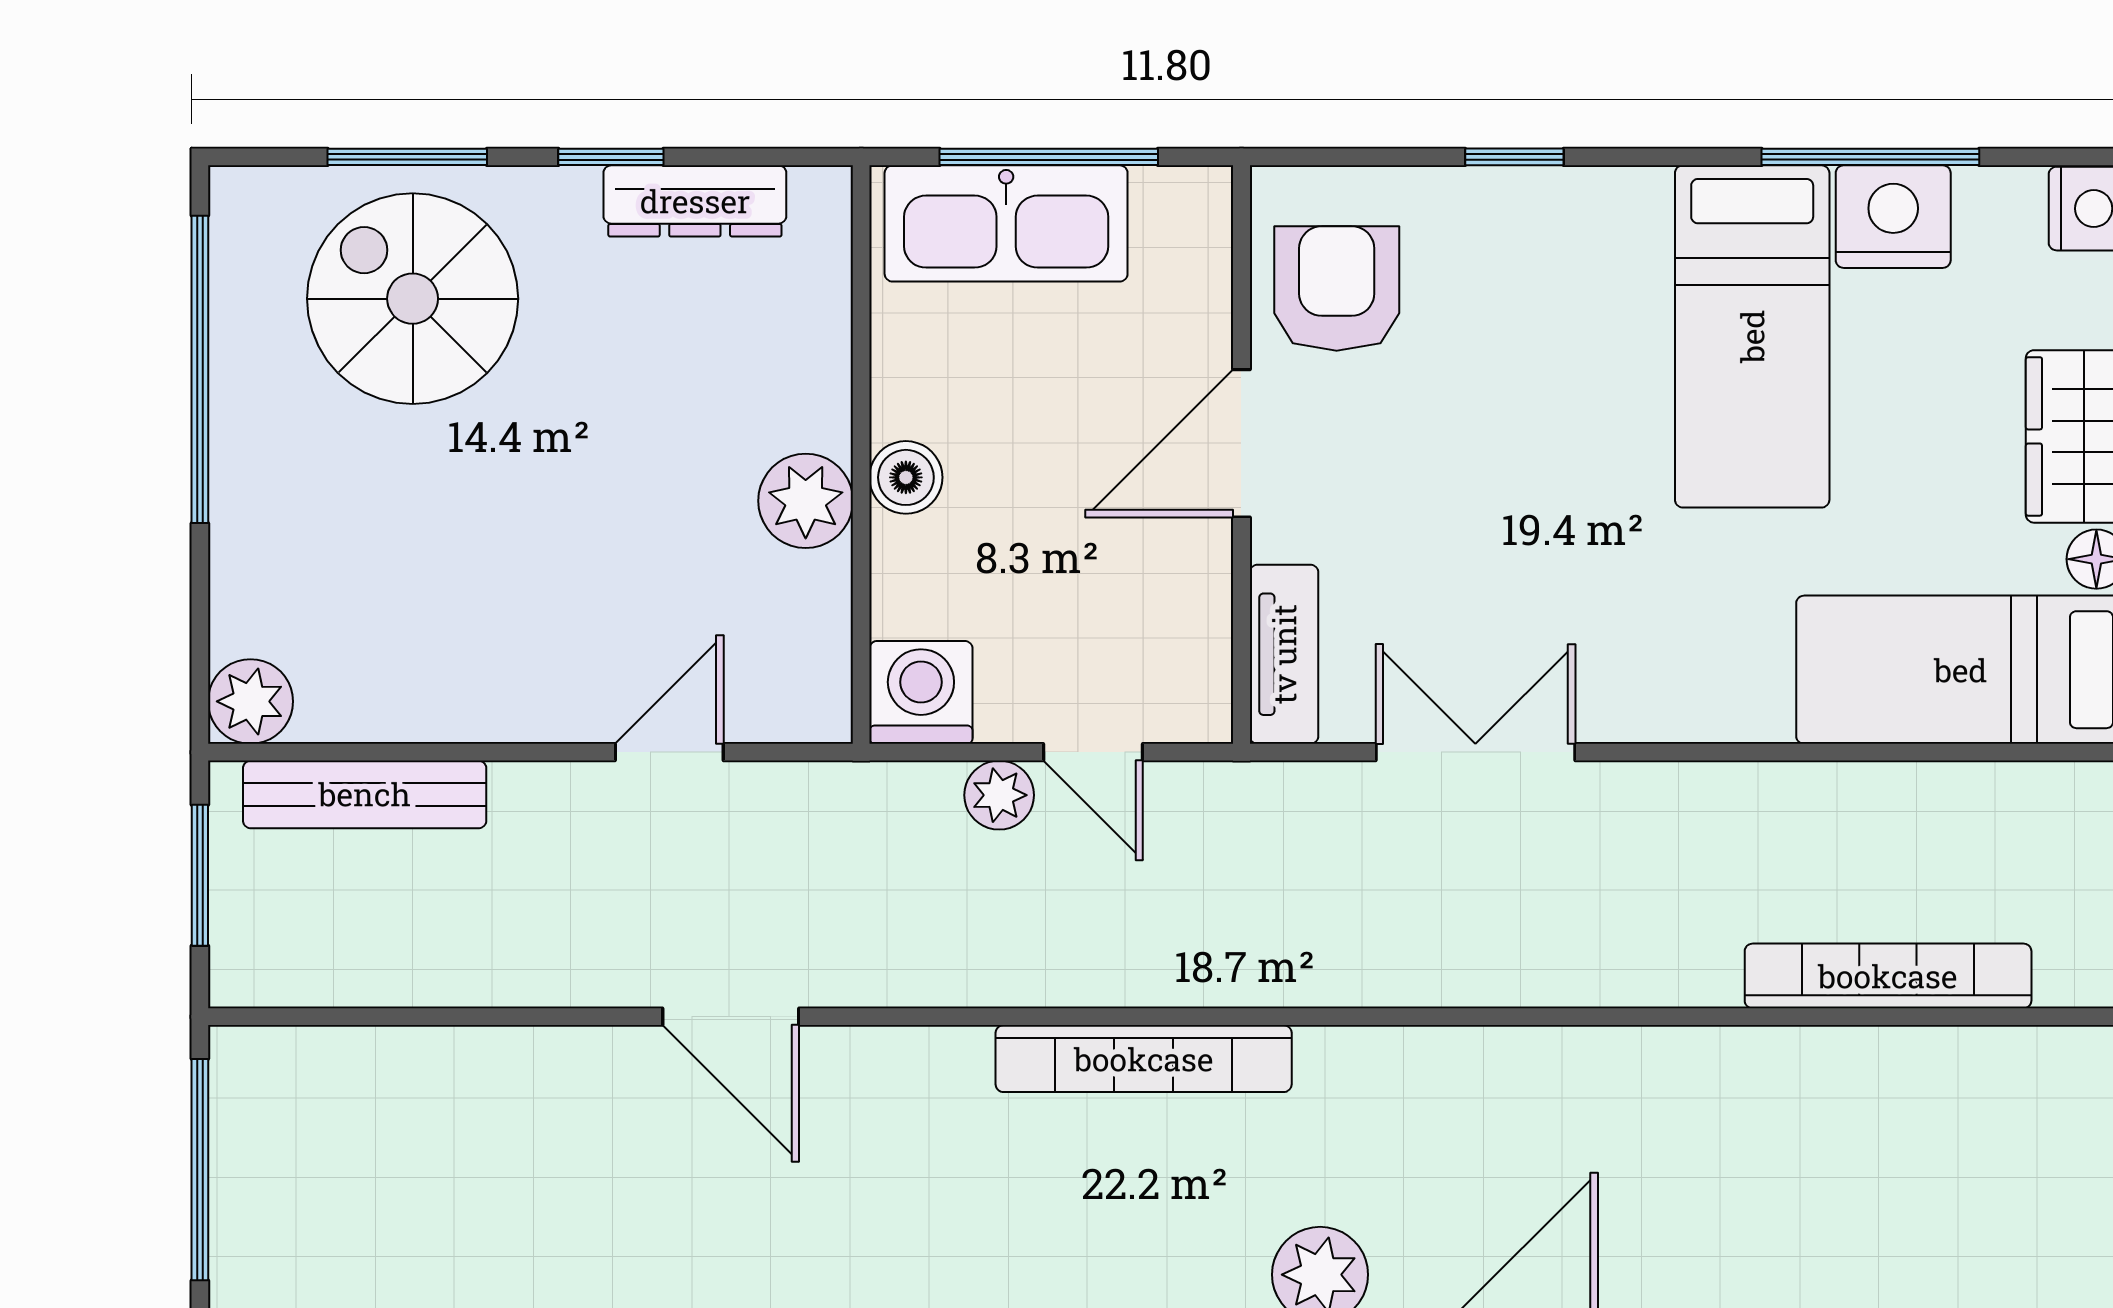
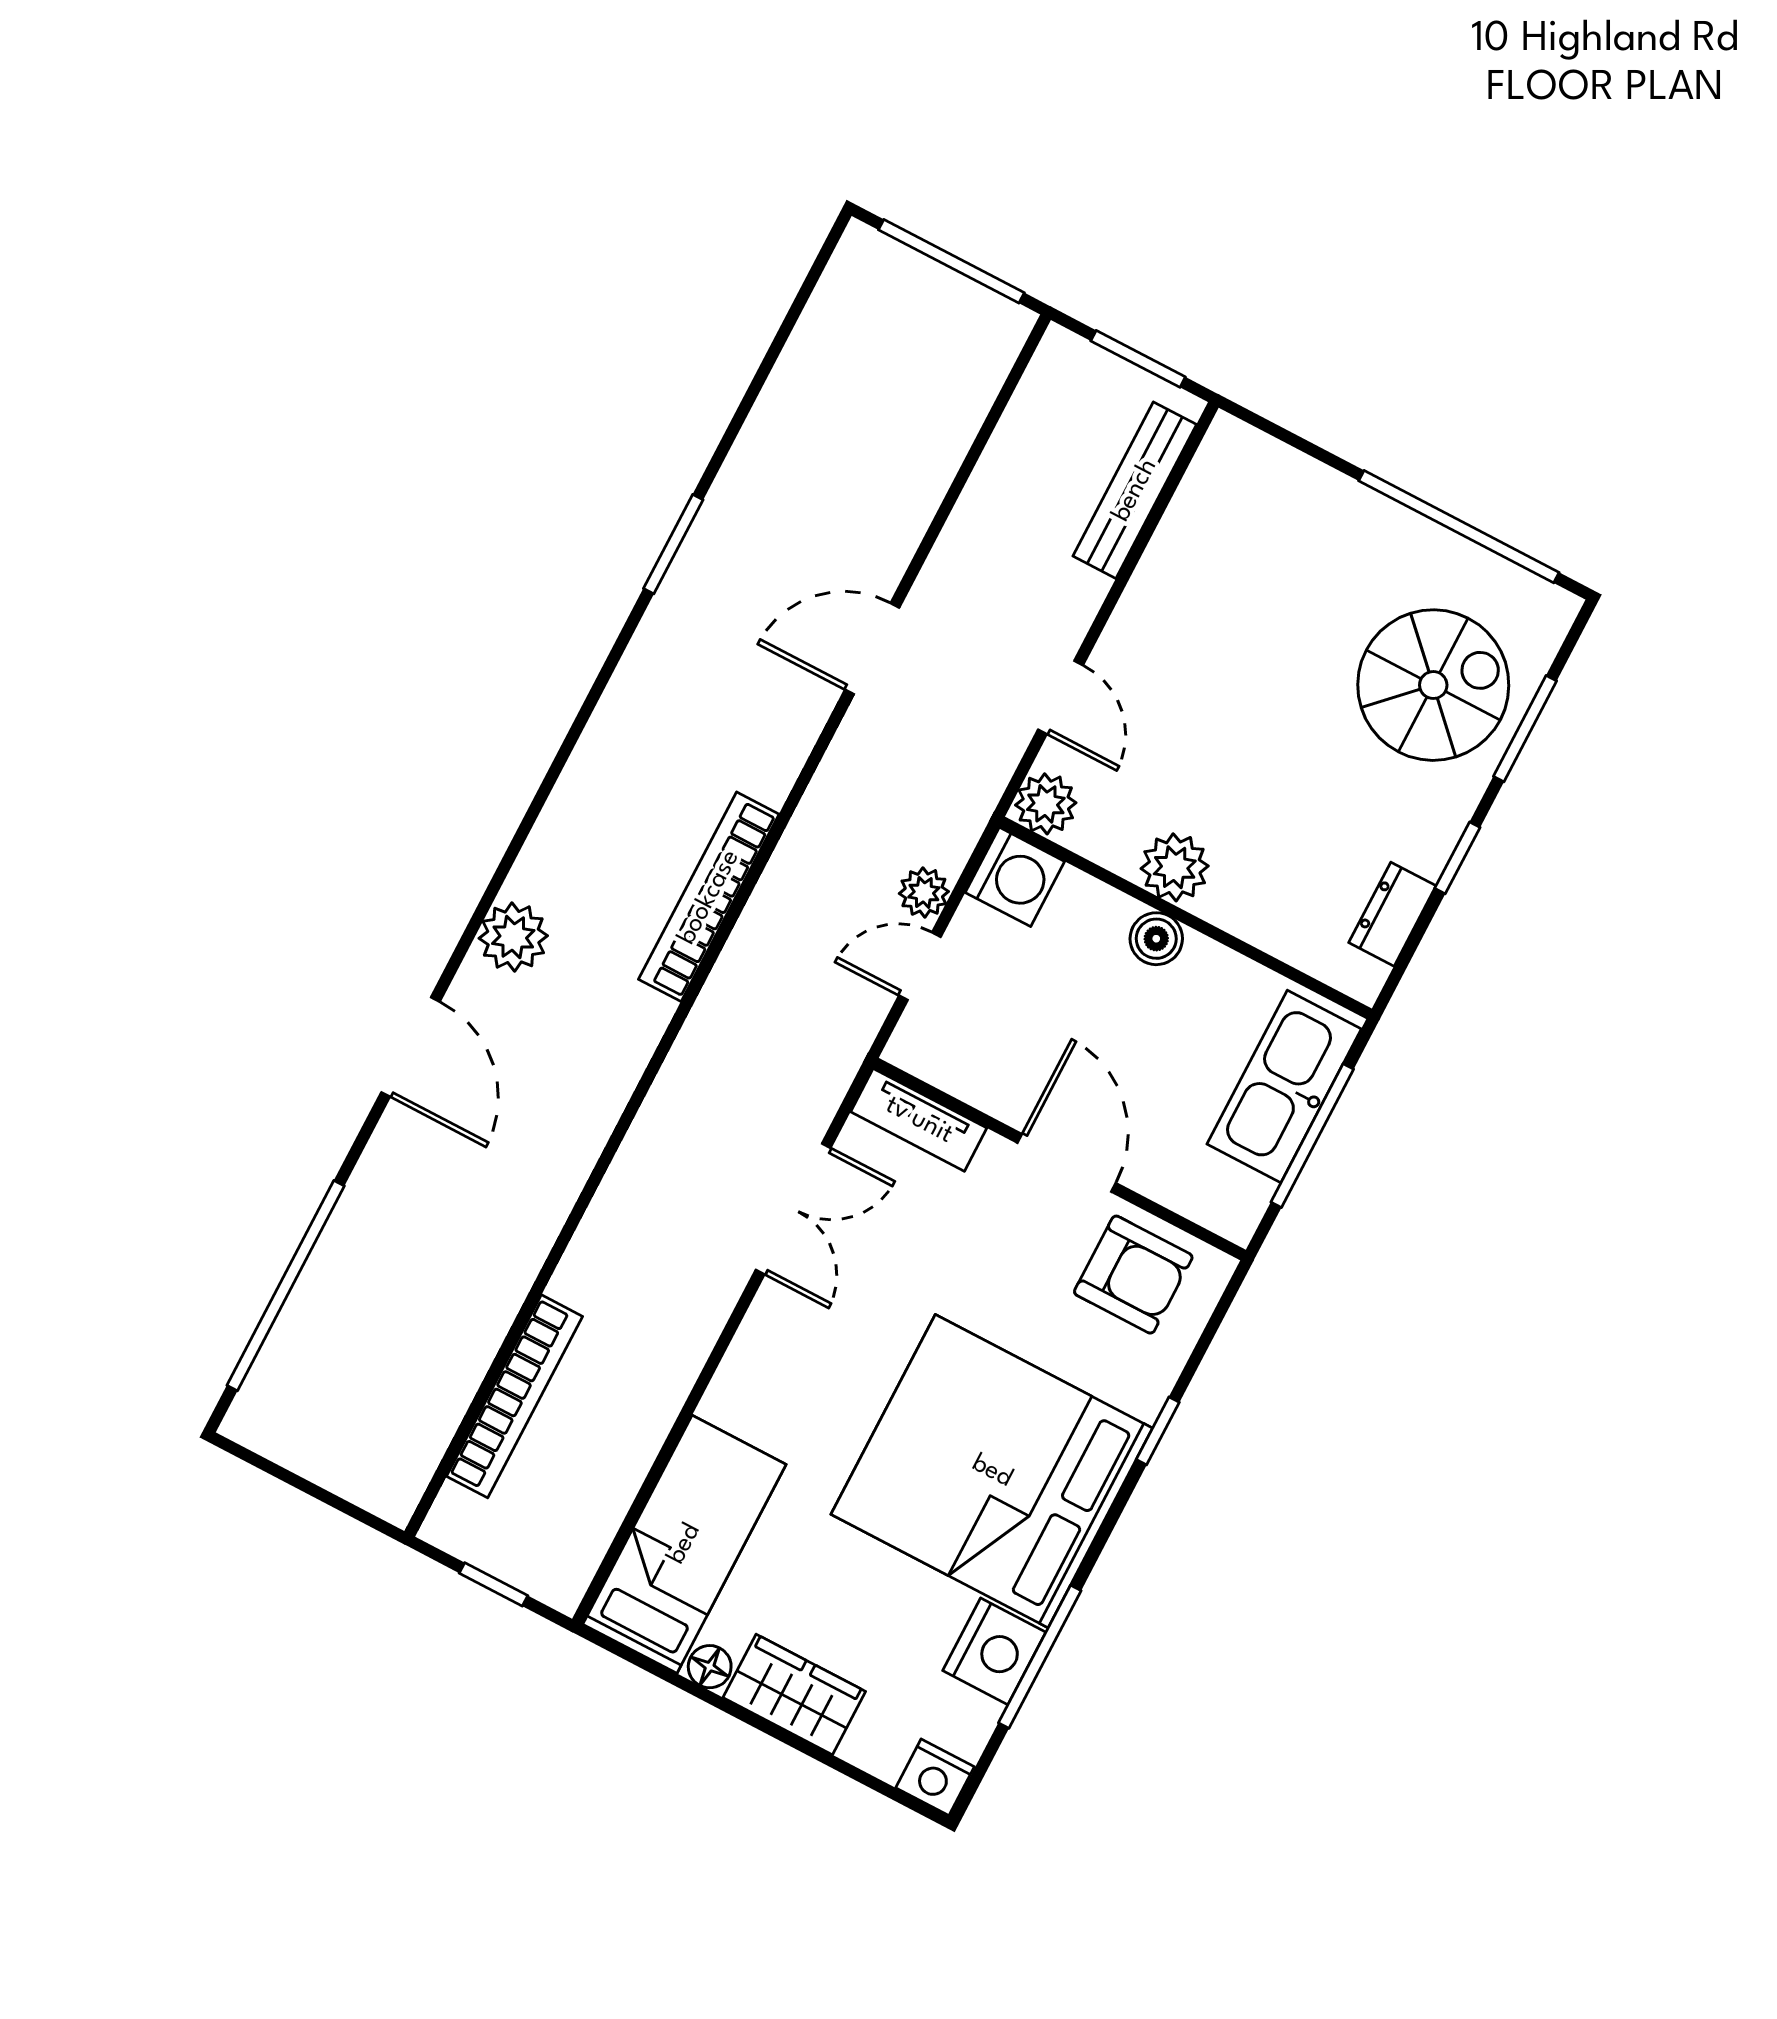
dresser: (695, 201) -> (1392, 914), width x0.70
bed: (1752, 336) -> (992, 1471), width x2.04
plant: (250, 701) -> (1046, 804), moved

